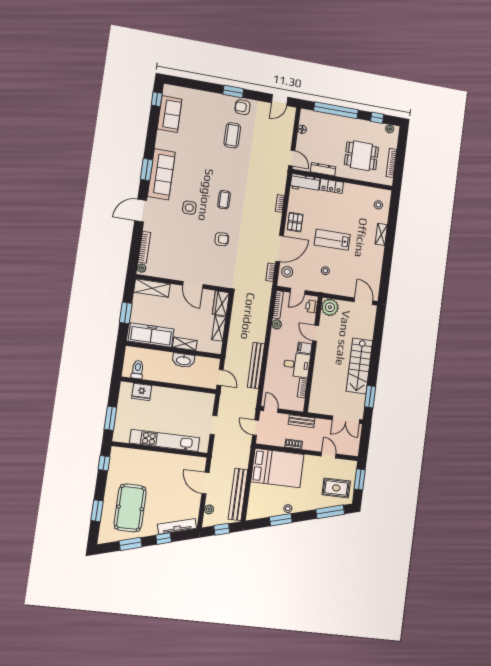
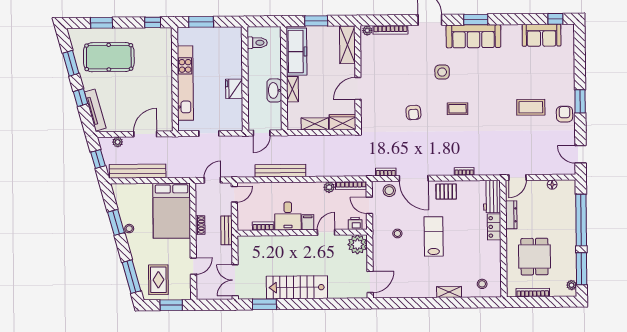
window: (377, 118) -> (582, 269), width x2.17
fridge: (142, 392) -> (234, 89), moved

